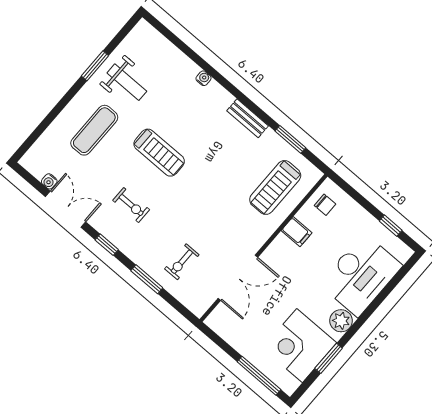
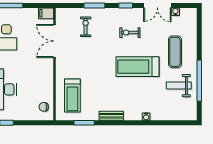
window: (95, 66) -> (199, 81), width x2.11
treadmill: (159, 153) -> (137, 67), width x1.37, depth x1.38
treadmill: (275, 188) -> (72, 96), turned 180
filing cabinet: (297, 232) -> (46, 13), moved

